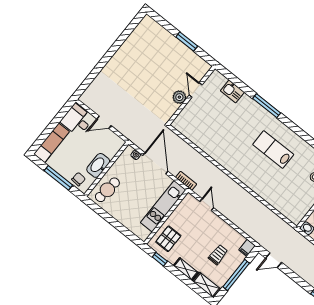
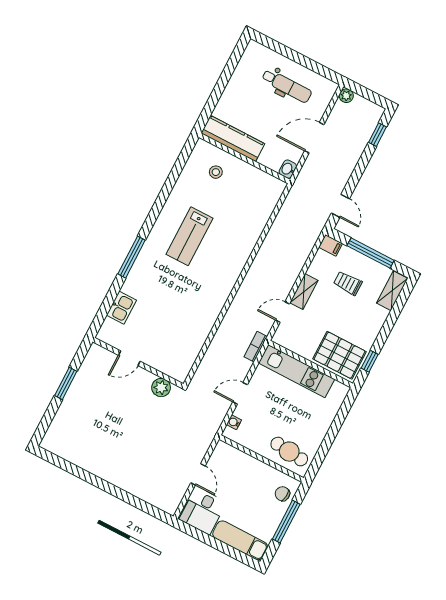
plant: (179, 97) -> (161, 388), moved
door: (155, 163) -> (240, 393), width x0.53
washbasin: (98, 165) -> (258, 471), removed
pallet: (168, 239) -> (340, 355), width x1.50, depth x1.42
shelving: (186, 269) -> (304, 292), moved

